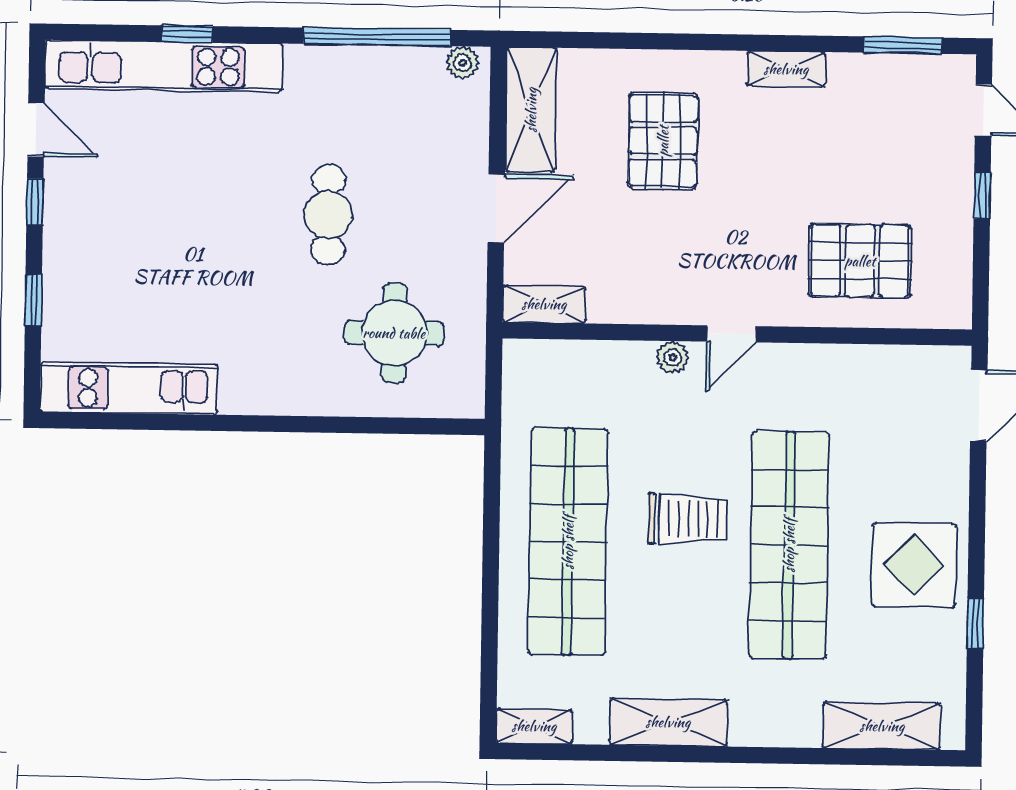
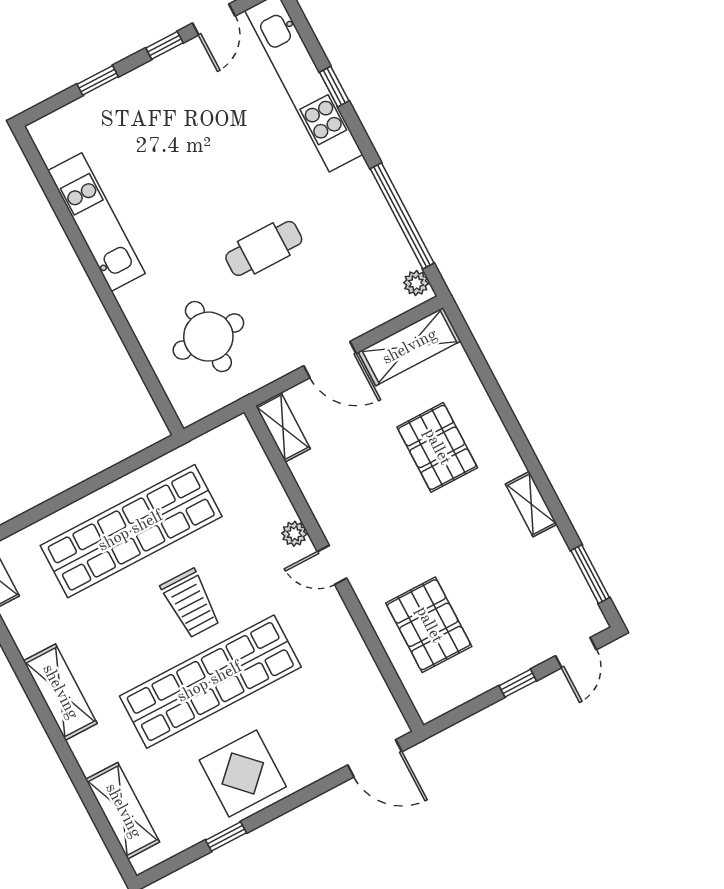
pallet: (663, 141) -> (437, 447), turned 90
kitchen unit: (129, 388) -> (96, 222), moved
shelving: (668, 722) -> (60, 692), moved

